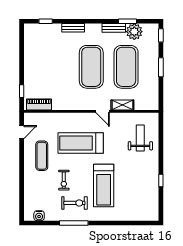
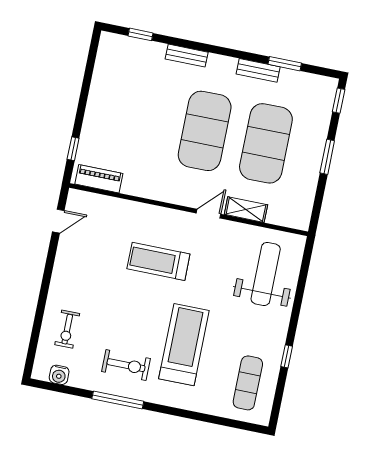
plant: (134, 32) -> (293, 84), removed
door: (103, 111) -> (209, 214), swing flipped
weight bench: (140, 138) -> (266, 274), width x1.36, depth x1.33
treadmill: (81, 143) -> (158, 261), width x0.73, depth x0.73
exercise mat: (42, 156) -> (248, 383), moved
exercise bike: (64, 180) -> (67, 329), moved
treadmill: (104, 185) -> (184, 345), turned 180

